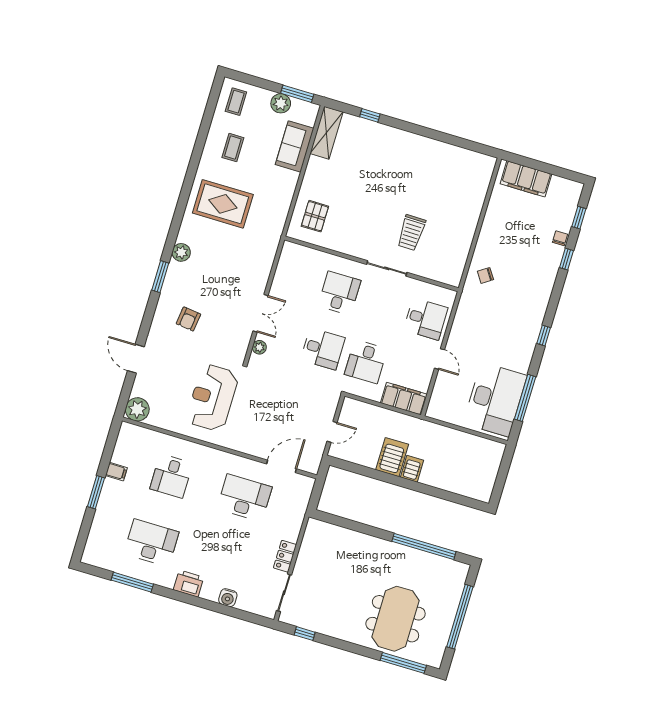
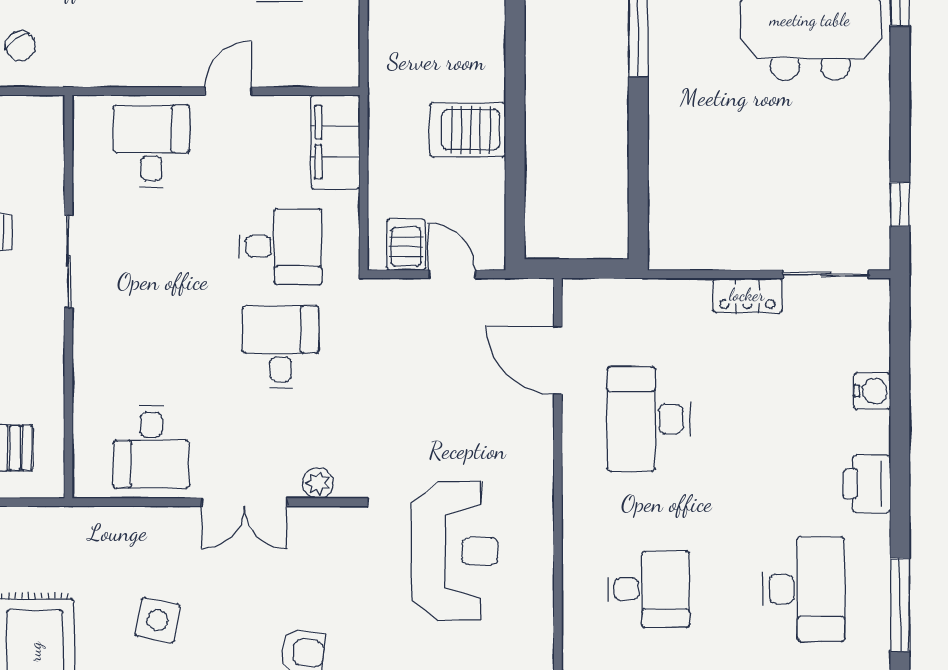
side table: (221, 261) -> (158, 620), added
desk: (339, 293) -> (151, 447), moved, turned -90
double door: (261, 313) -> (244, 502), swing flipped
reception desk: (212, 398) -> (455, 551), turned -90
server rack: (412, 469) -> (406, 245), moved, turned 90
desk: (151, 543) -> (804, 589), turned 180

